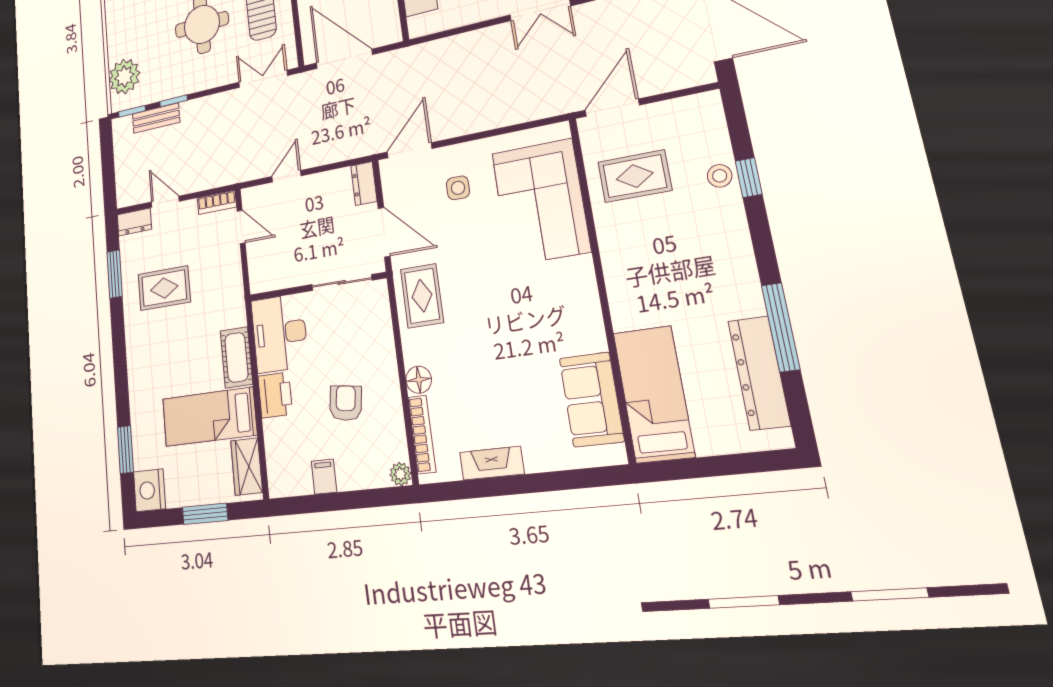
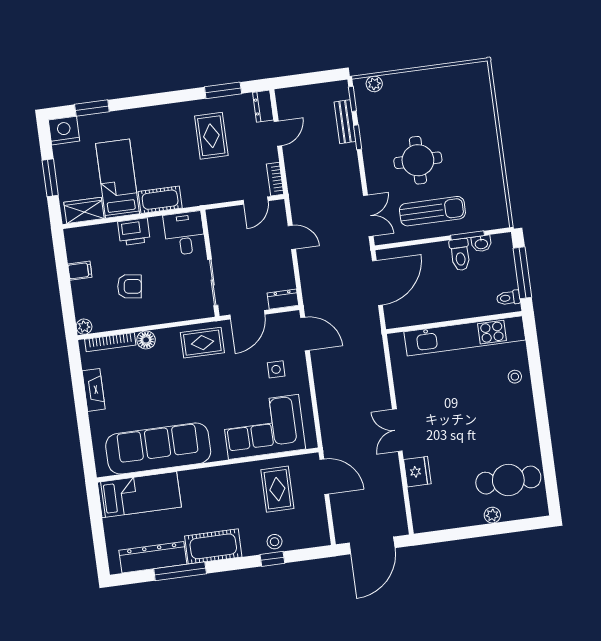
plant: (124, 76) -> (374, 84), width x0.53, depth x0.53
cot: (734, 273) -> (213, 546), added
desk: (280, 333) -> (184, 233), width x0.73
sofa: (591, 399) -> (158, 448), width x1.85, depth x1.27

